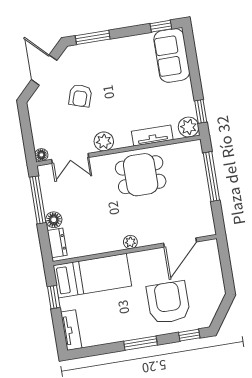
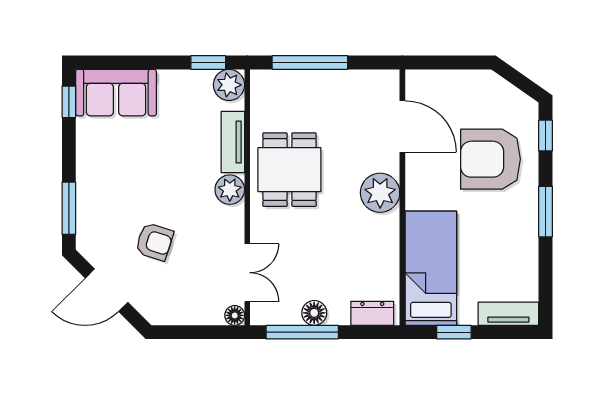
plant: (104, 141) -> (230, 190), moved
floor lamp: (54, 220) -> (314, 313), moved
plant: (130, 242) -> (380, 193), width x1.88, depth x1.88

